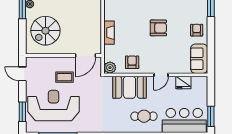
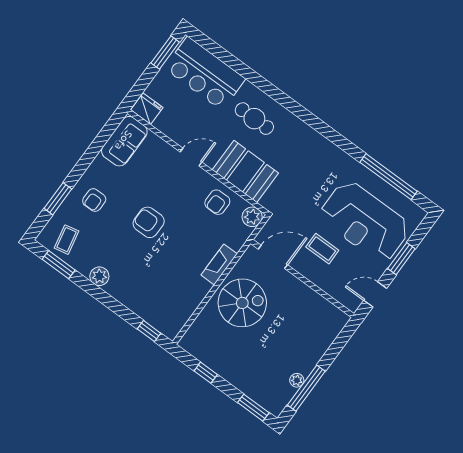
armchair: (197, 30) -> (94, 200), moved
spiral stairs: (45, 31) -> (242, 303), moved
door: (22, 74) -> (375, 294), swing flipped
fridge: (183, 83) -> (147, 109), moved
window: (22, 112) -> (401, 259), moved

